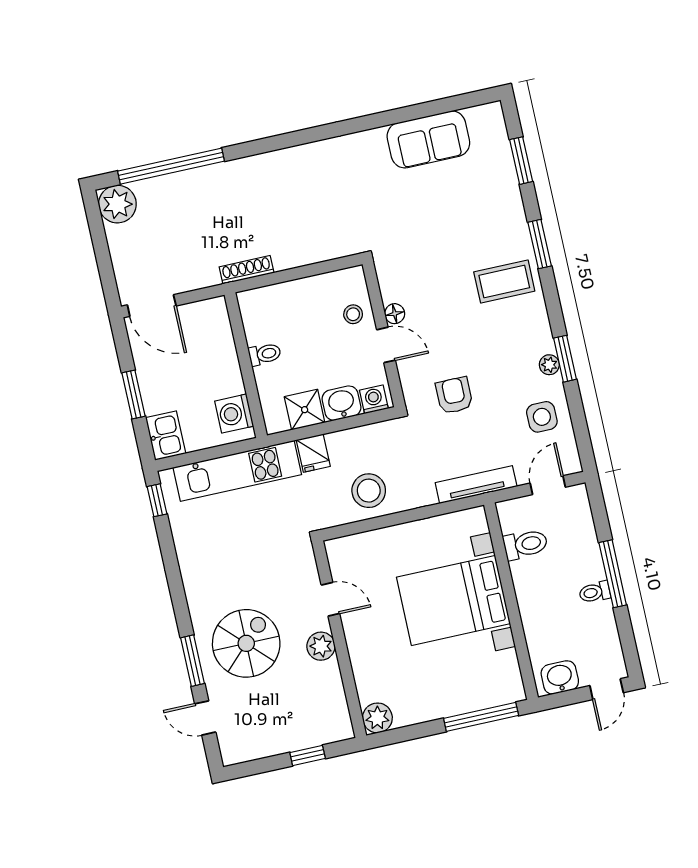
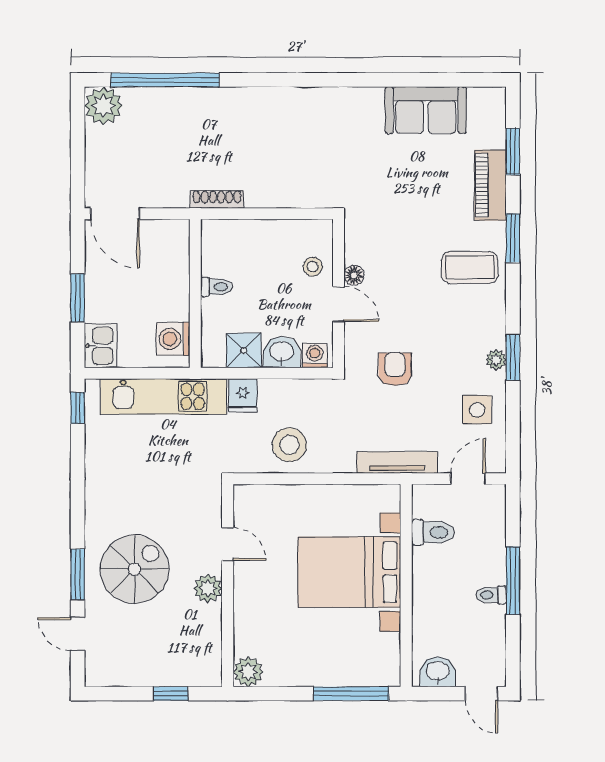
piano: (507, 198) -> (490, 185), added
door: (607, 689) -> (481, 694), hinge flipped

